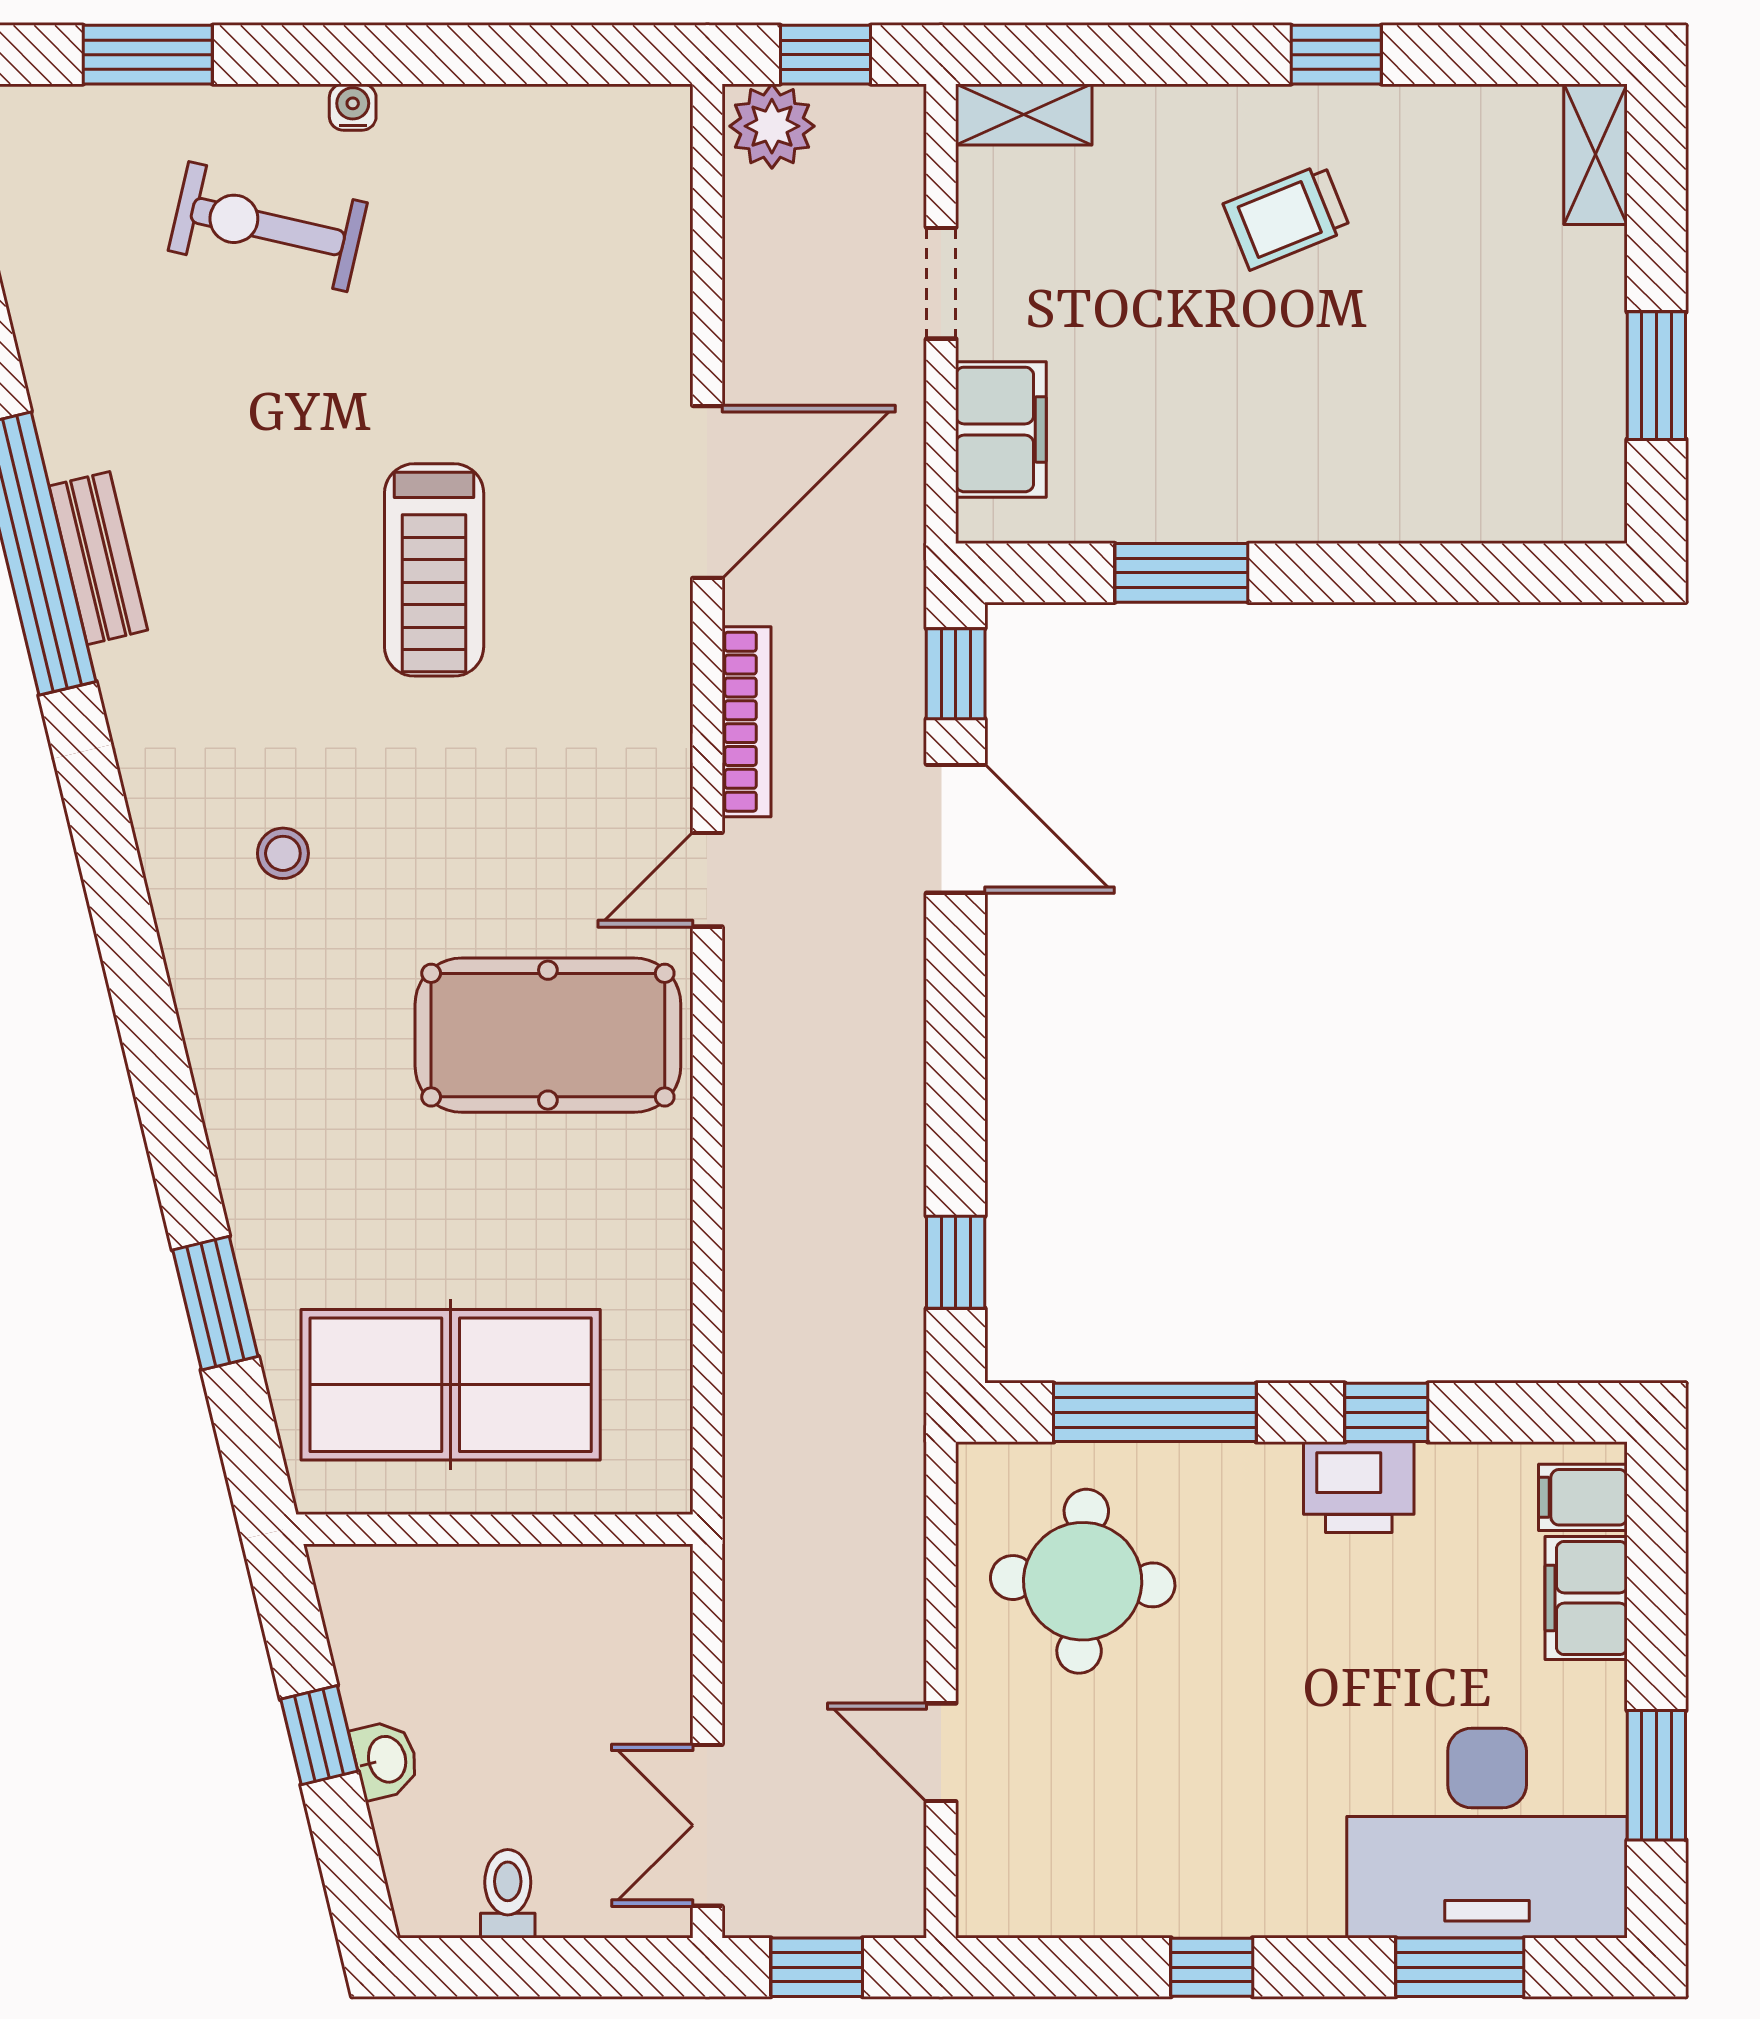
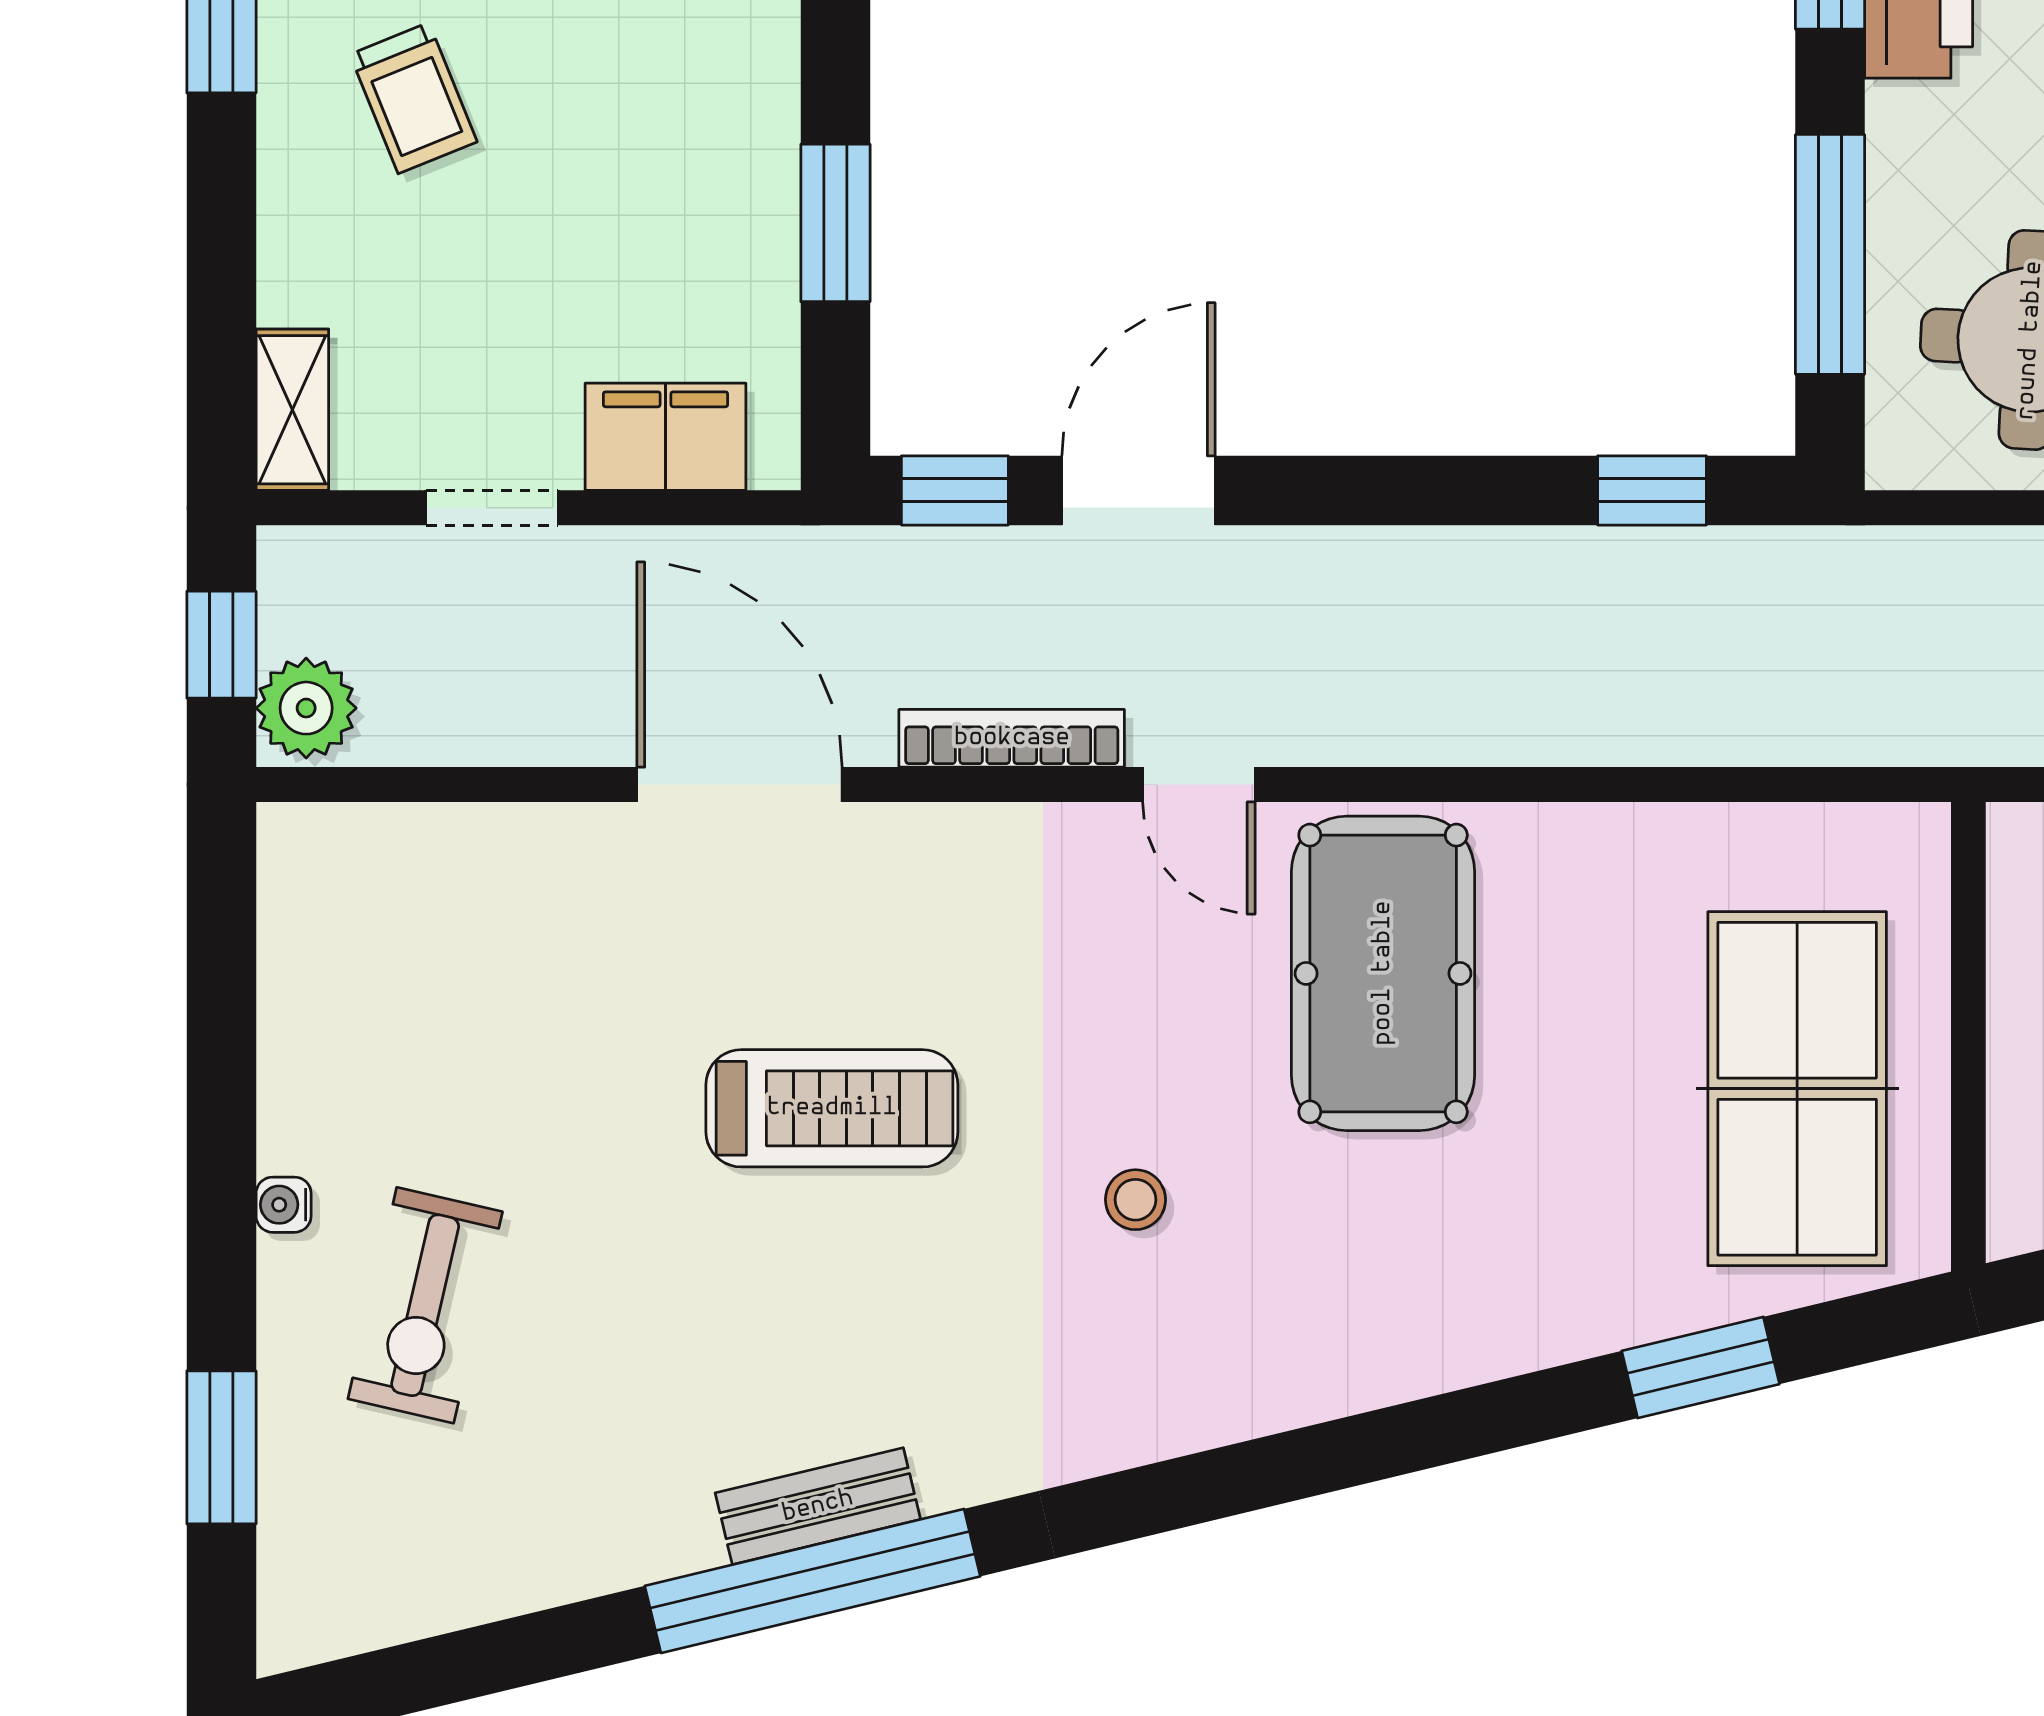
stool: (283, 853) -> (1135, 1200), moved

